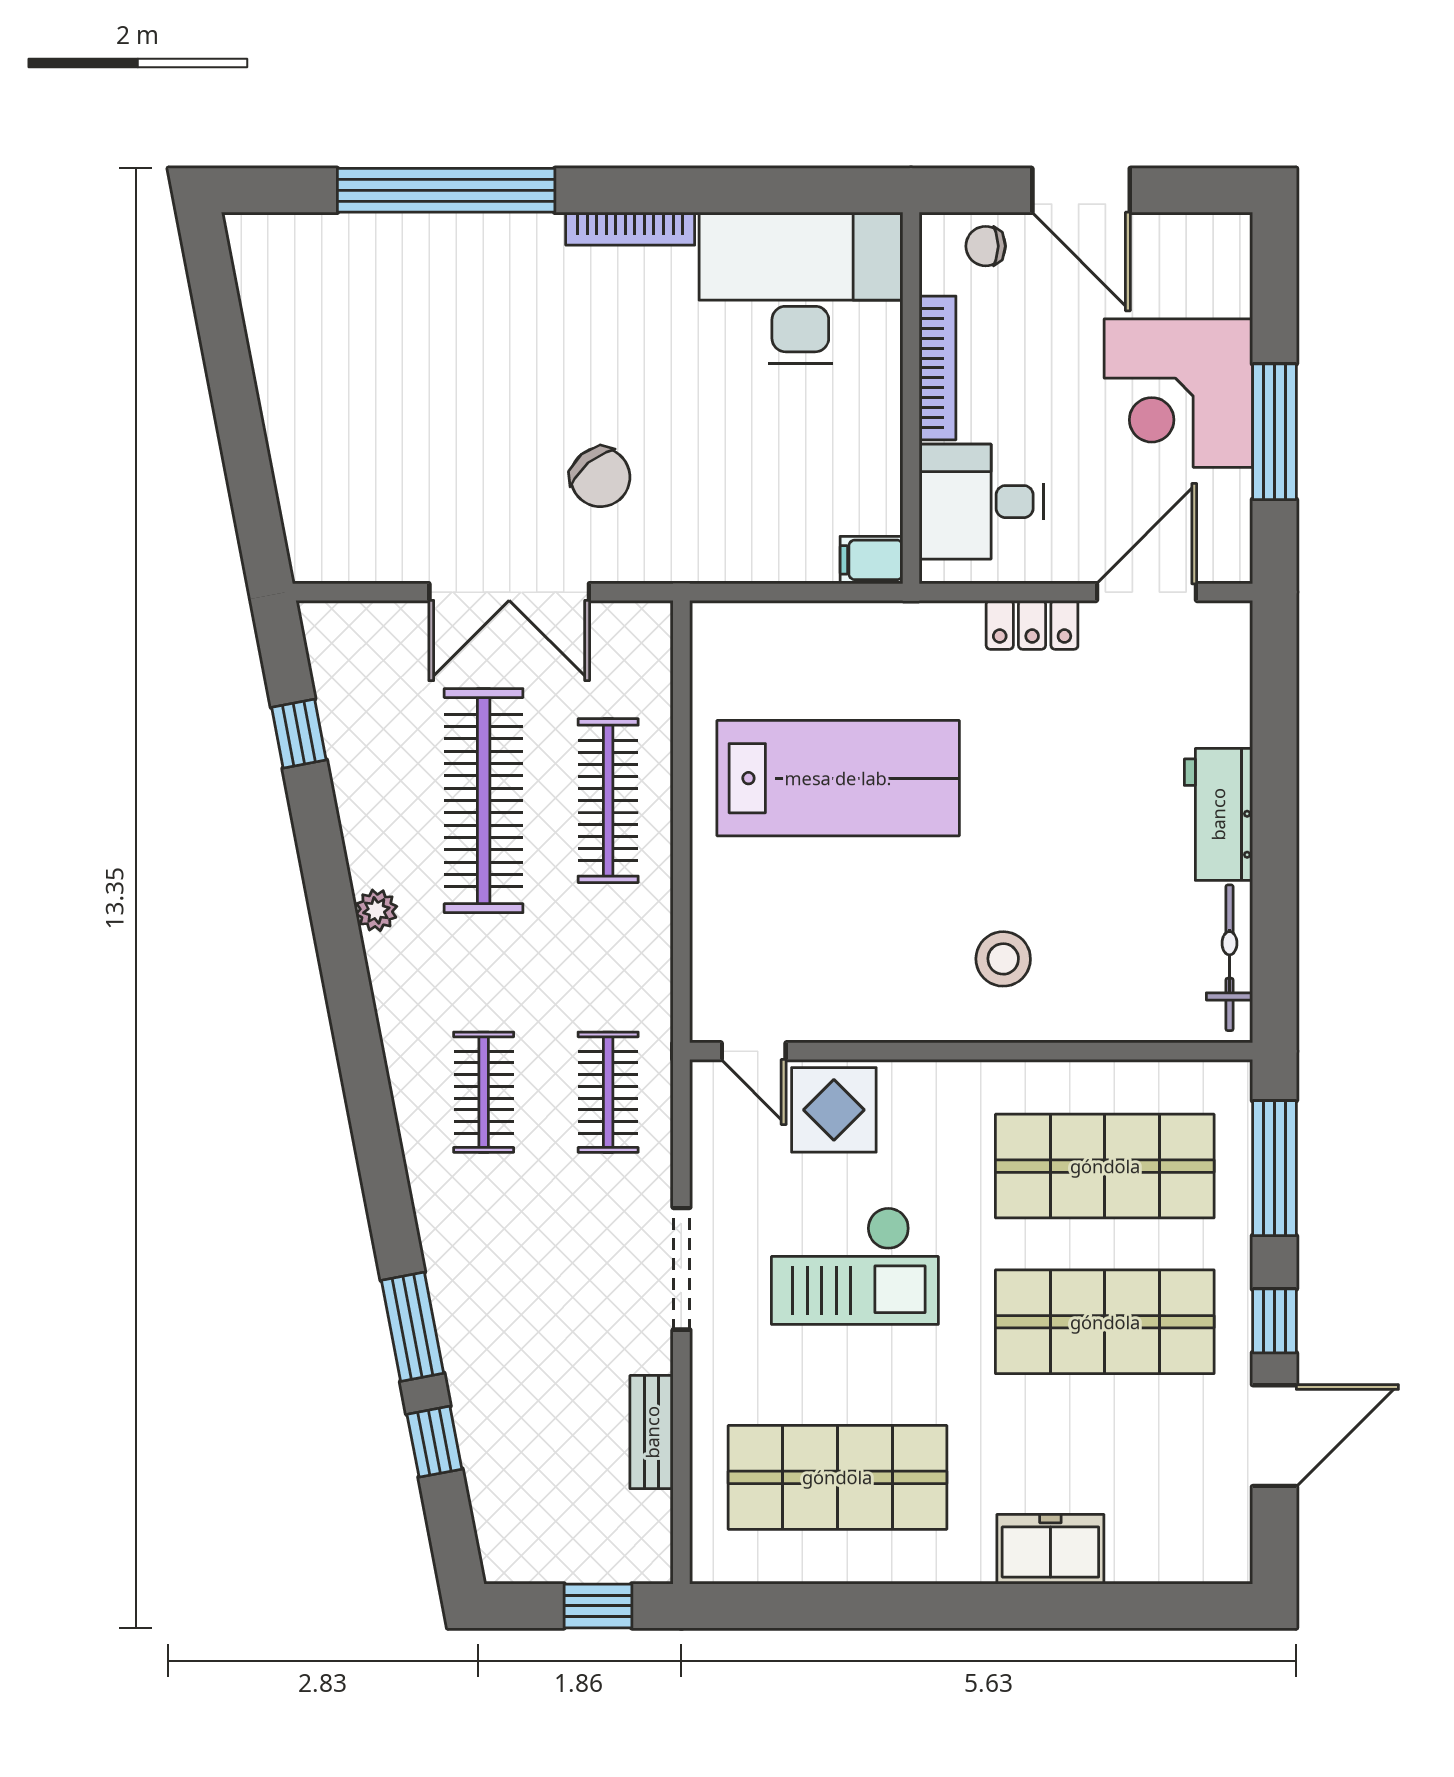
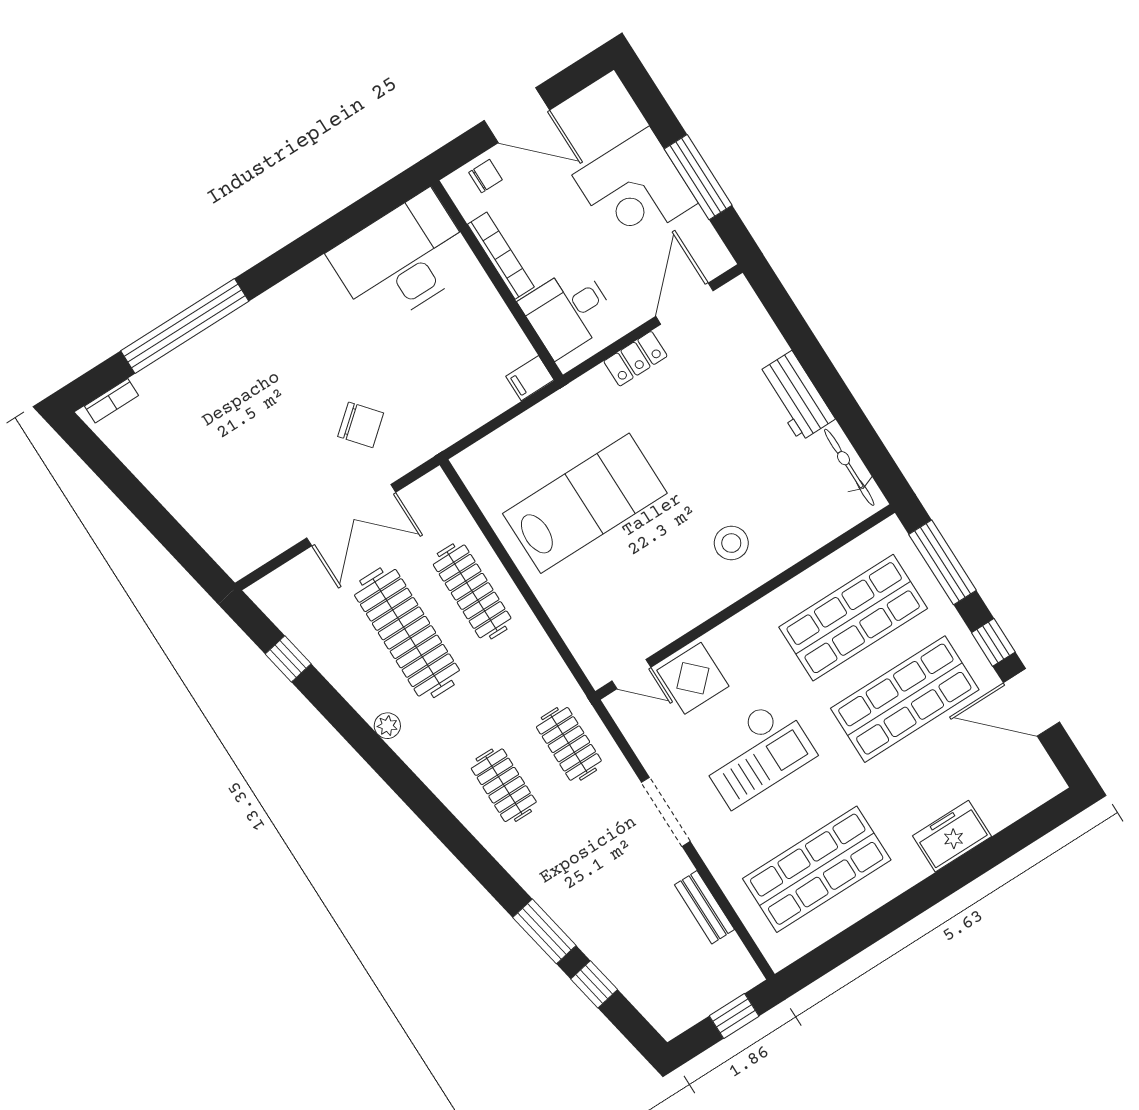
bookcase: (630, 229) -> (111, 401), moved, width x0.64
chair: (986, 246) -> (486, 176), turned 180
door: (1274, 1436) -> (1031, 702), swing flipped

